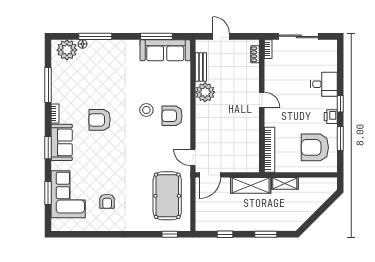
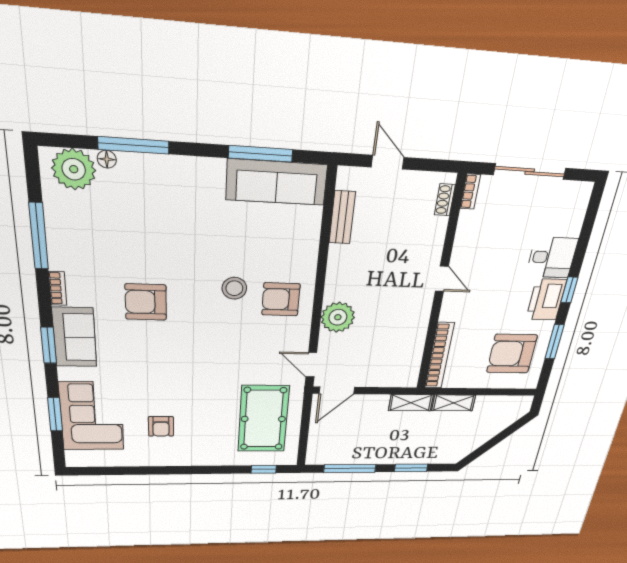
plant: (205, 92) -> (338, 317), moved
printer: (331, 117) -> (546, 300), width x1.87, depth x1.48
shelving: (251, 185) -> (411, 403), width x0.67, depth x0.75
window: (225, 234) -> (350, 468), width x2.17

